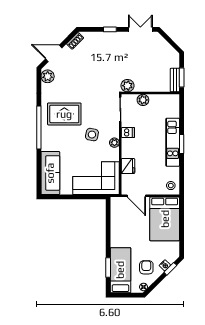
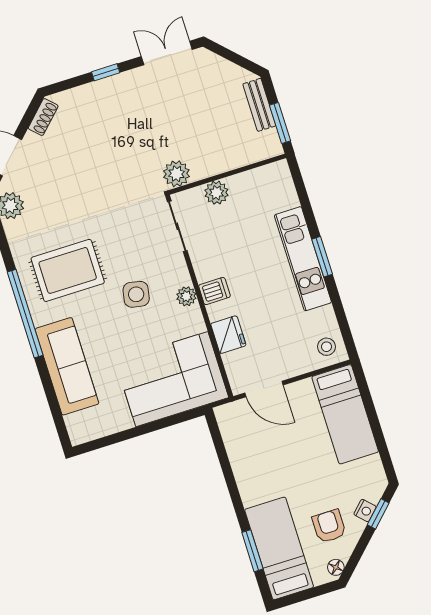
bench: (175, 80) -> (259, 105), moved
dishwasher: (128, 133) -> (214, 291), moved
sofa: (50, 173) -> (67, 366), moved
bed: (165, 219) -> (345, 414), width x0.67

